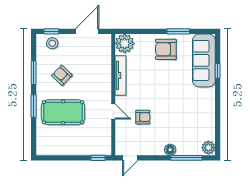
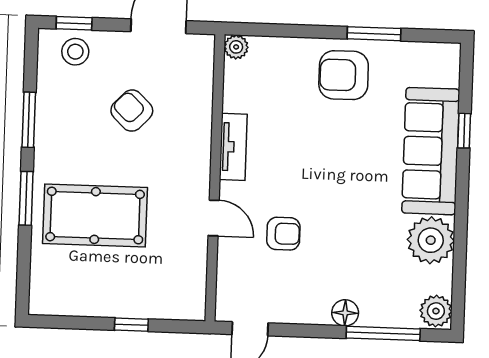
plant: (125, 43) -> (236, 47), width x0.53, depth x0.53
sofa: (204, 60) -> (431, 151), moved
armchair: (62, 75) -> (132, 111), moved
tv unit: (120, 75) -> (233, 147), width x0.71
plant: (205, 118) -> (431, 240), added
window: (98, 158) -> (131, 325), moved

